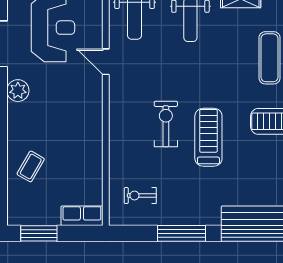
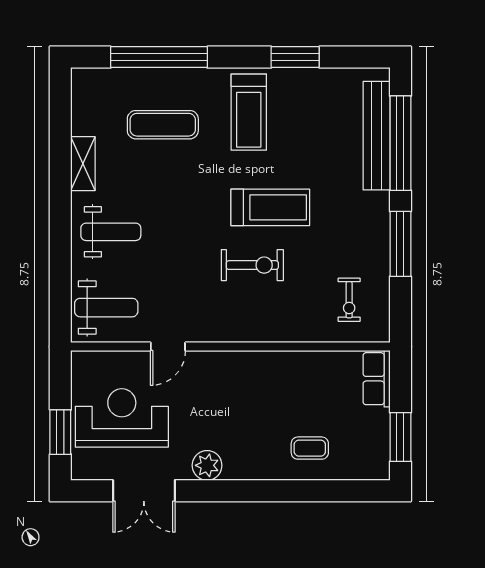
exercise bike: (166, 124) -> (252, 265), turned 180
treadmill: (208, 137) -> (270, 207), turned 180
coffee table: (31, 166) -> (310, 448), turned -30

